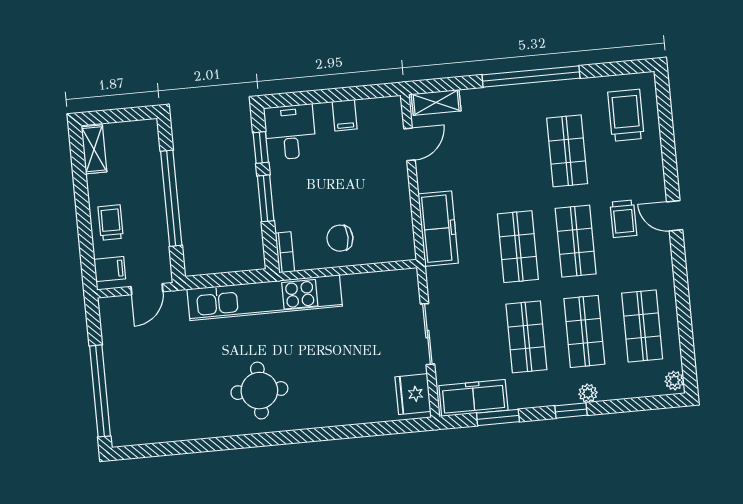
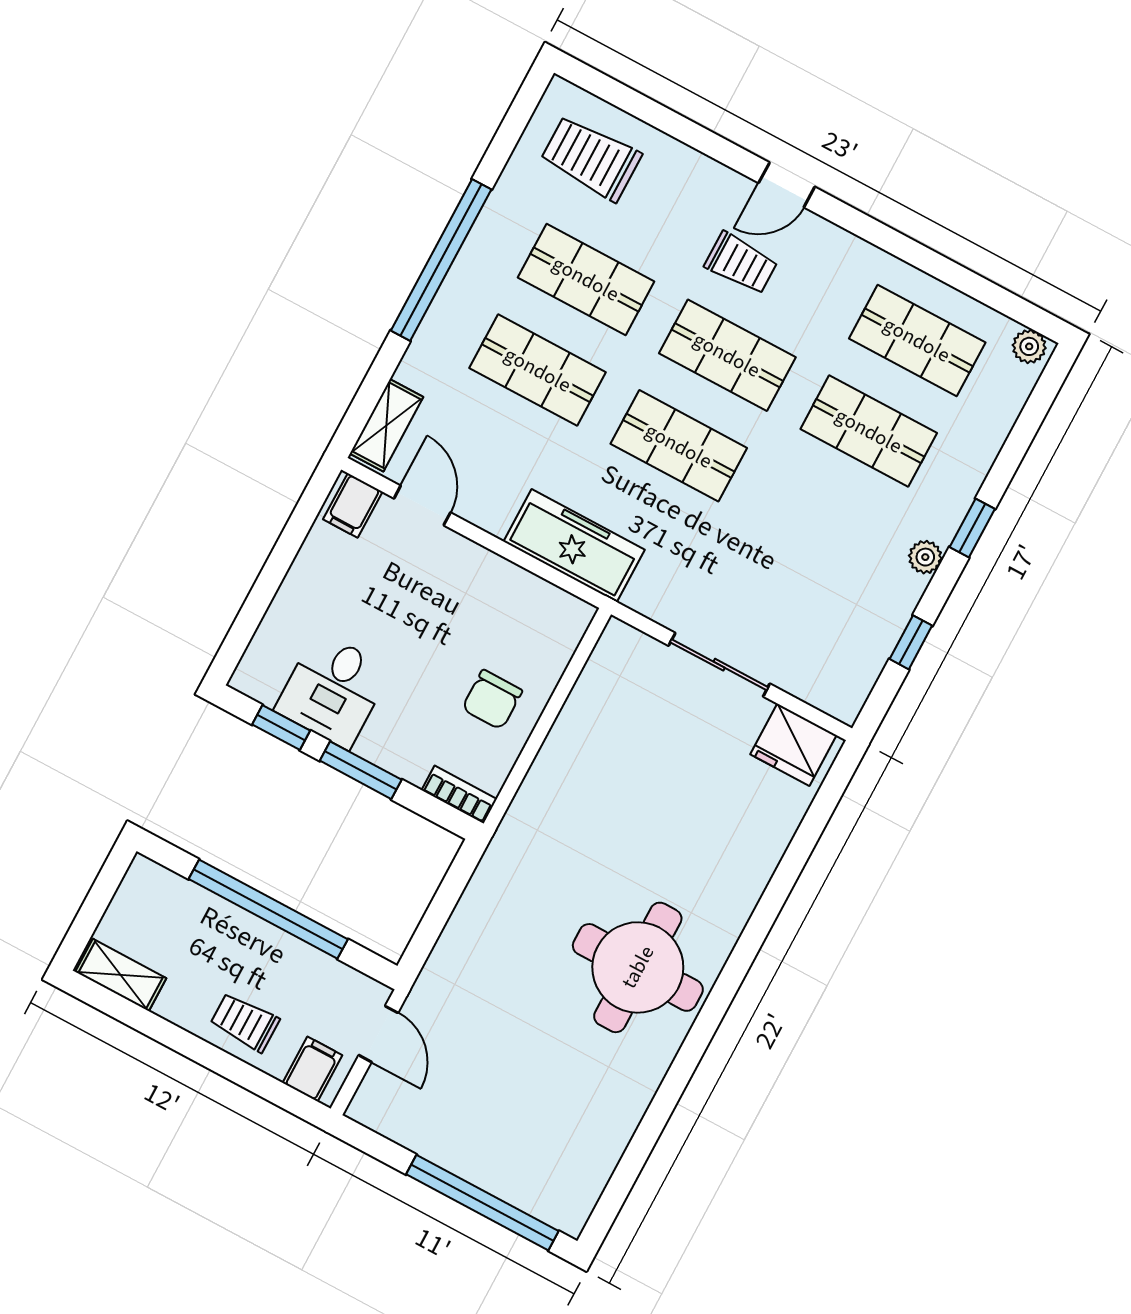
filing cabinet: (345, 115) -> (353, 505), moved, turned 90
desk: (290, 132) -> (333, 690), moved, turned -90
kitchen unit: (265, 298) -> (506, 869), removed
shop shelf: (526, 337) -> (538, 370), moved
round table: (259, 391) -> (638, 967), width x1.36, depth x1.36
plant: (588, 393) -> (925, 557), moved
freezer: (473, 398) -> (858, 659), removed
window: (498, 417) -> (911, 642), width x0.67

